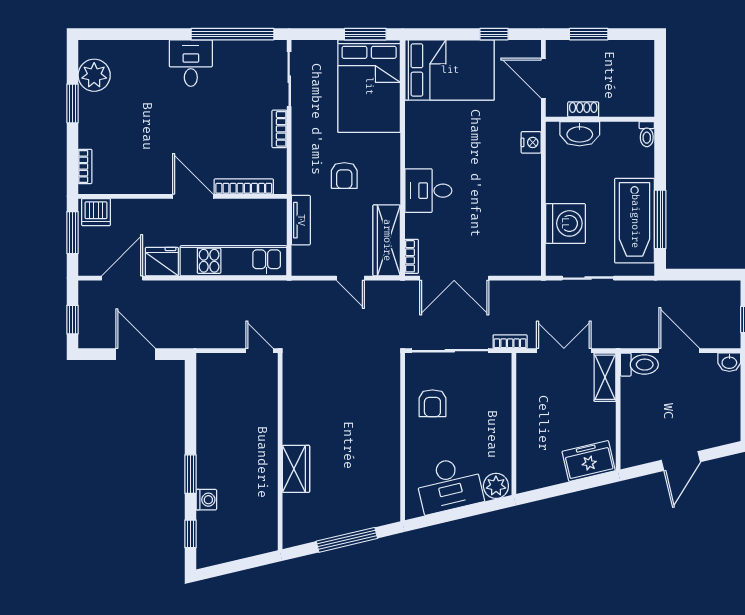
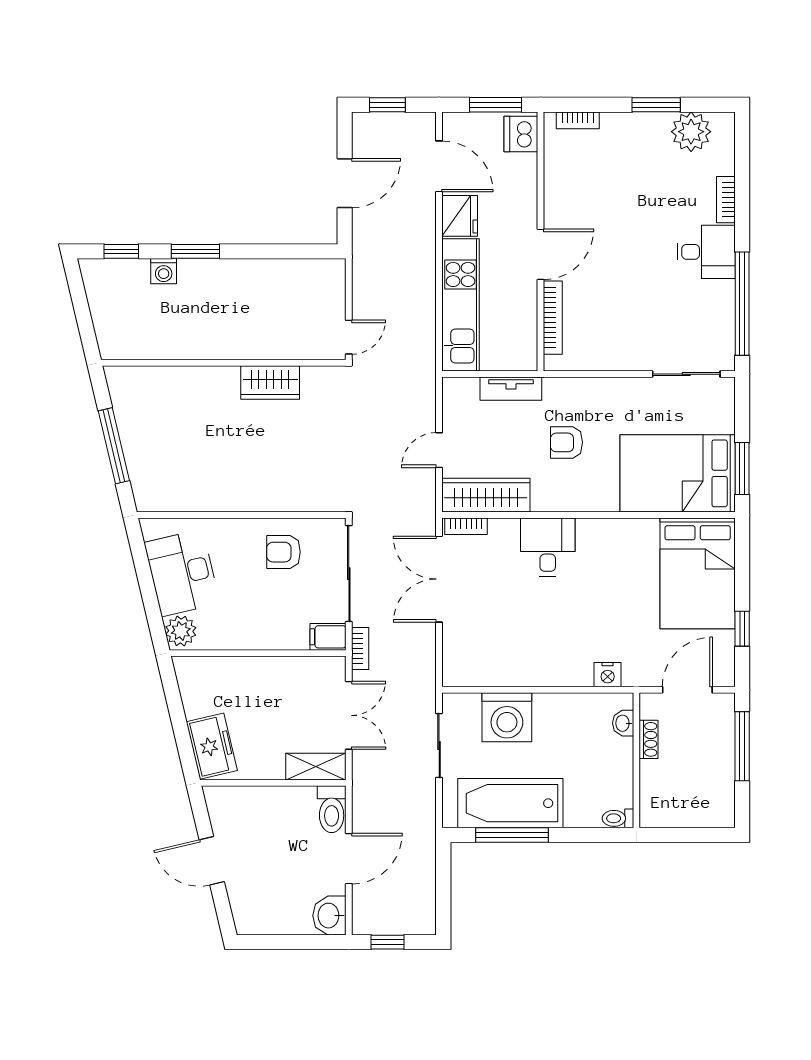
window: (589, 34) -> (742, 746), width x1.44
bookcase: (279, 129) -> (726, 200), moved, turned -90
washbasin: (580, 134) -> (623, 723), width x0.52, depth x0.69
washbasin: (729, 362) -> (329, 916), width x1.38, depth x1.45
filing cabinet: (501, 367) -> (328, 637), added
wardrobe: (296, 469) -> (270, 382), moved

